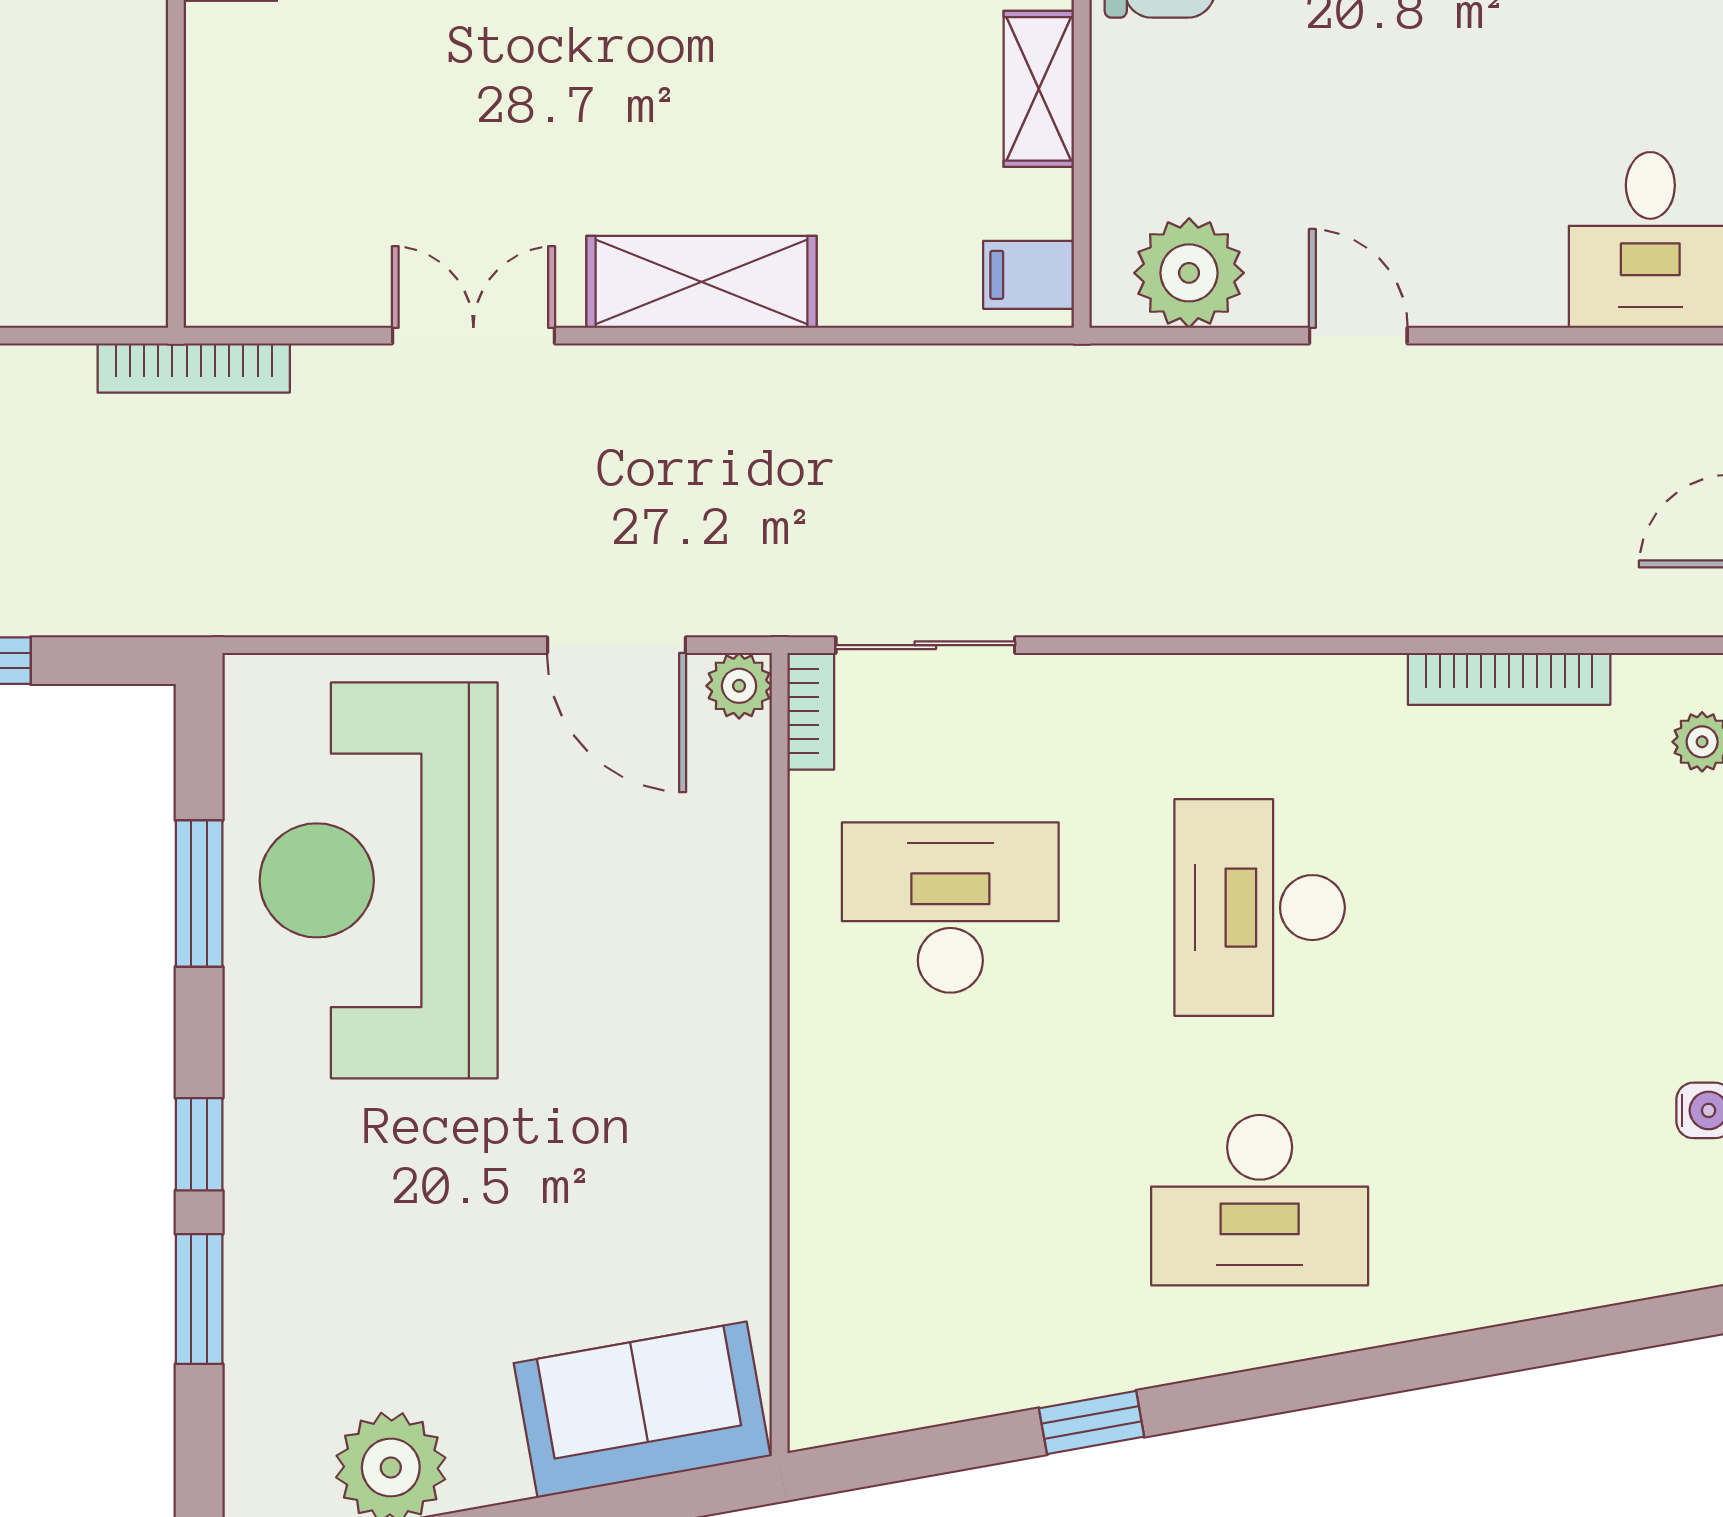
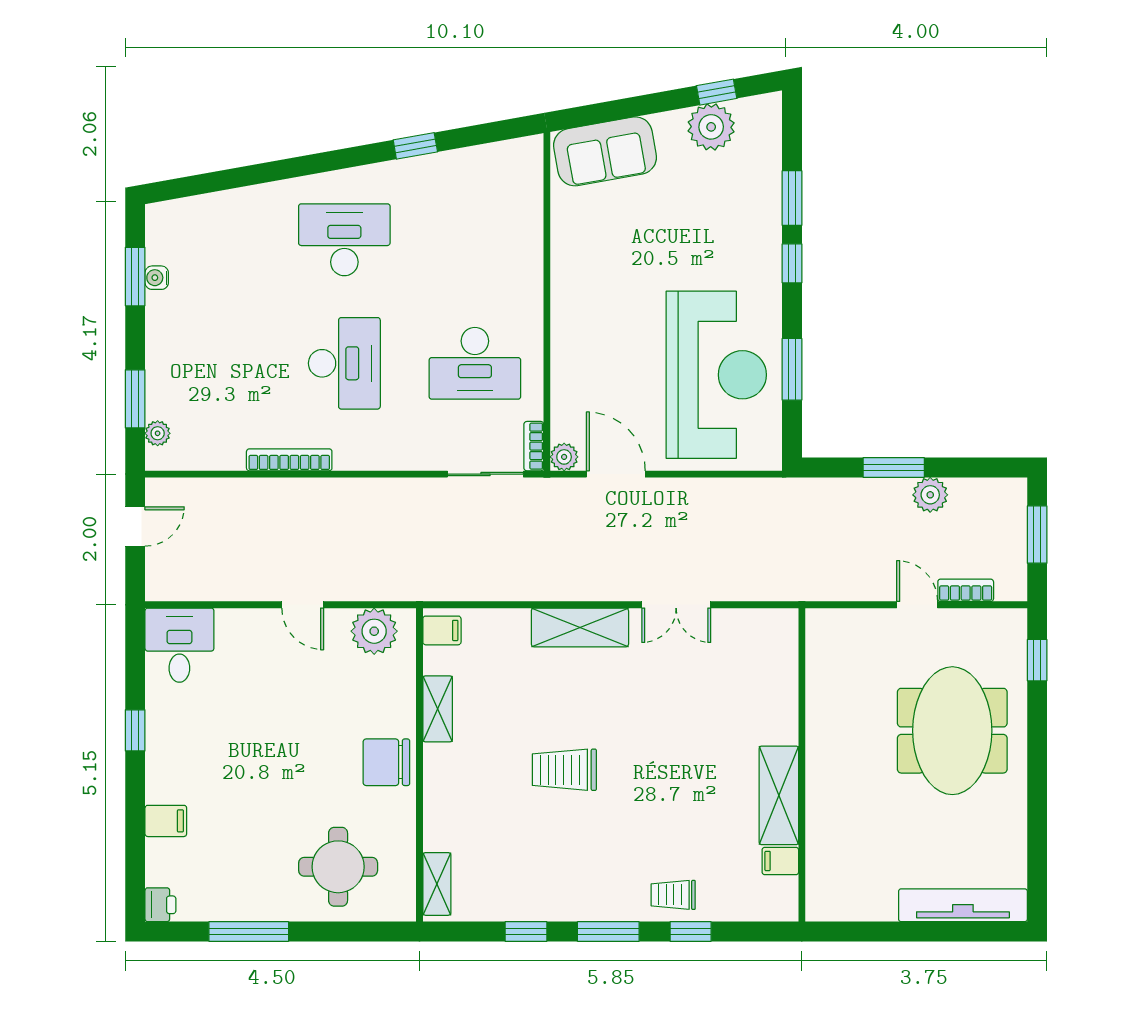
bookcase: (194, 368) -> (794, 591), removed
bookcase: (1509, 679) -> (289, 460), moved

